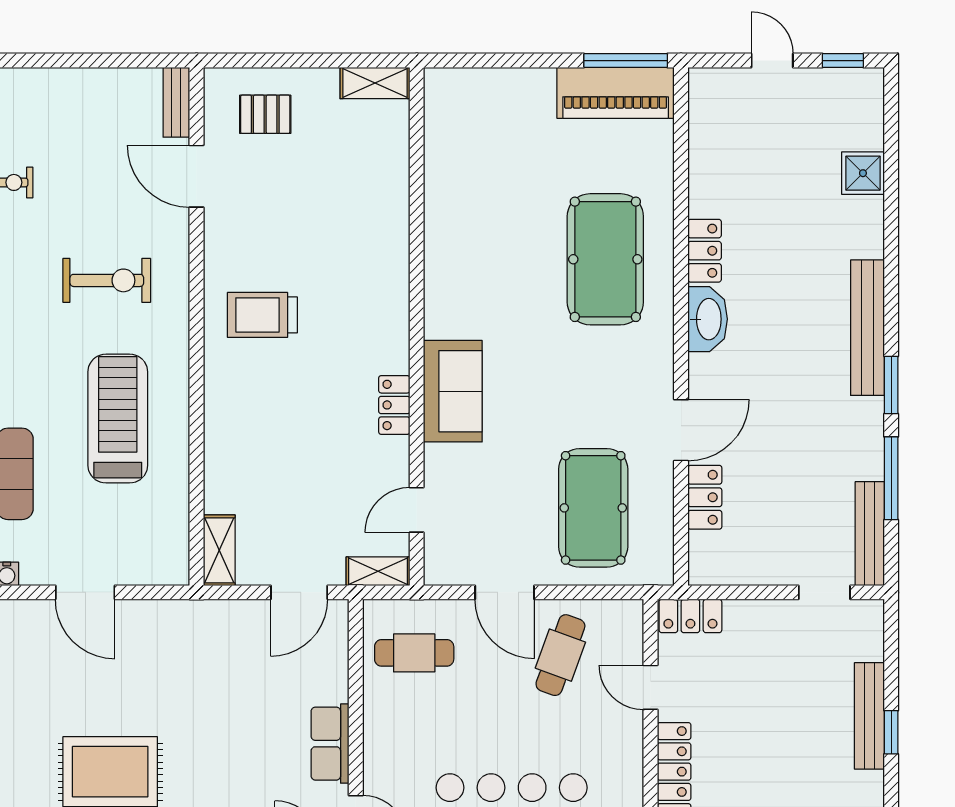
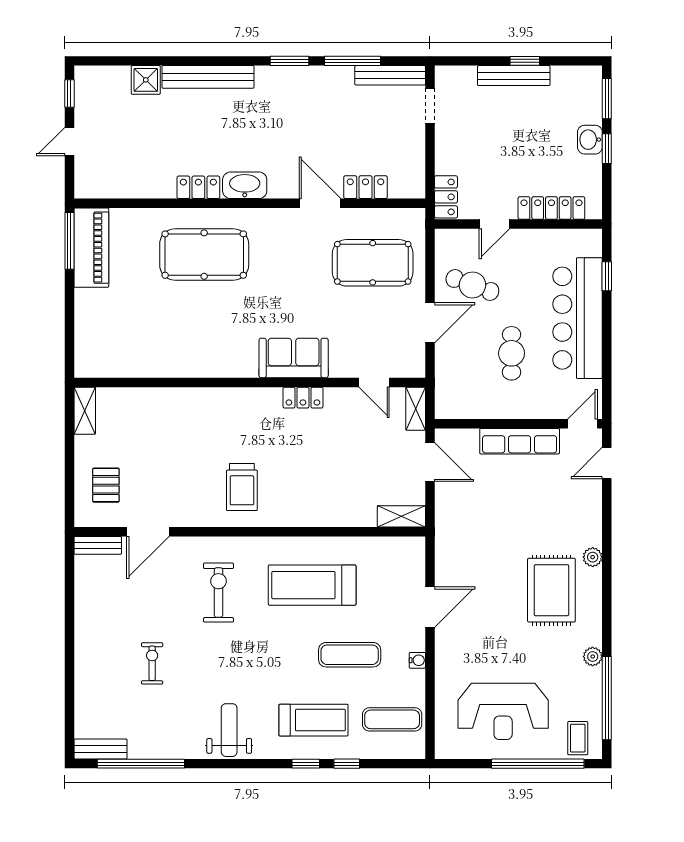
bench: (867, 328) -> (208, 77), moved
cafe table: (414, 653) -> (512, 353), moved
row of seats: (330, 744) -> (520, 441), width x1.48

